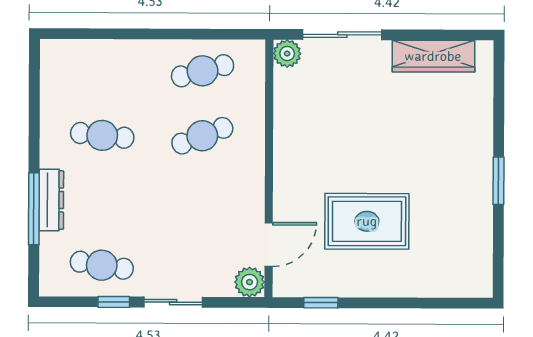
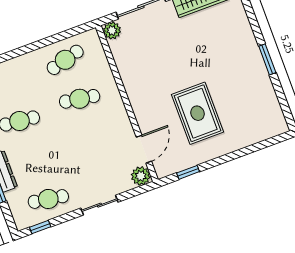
cafe table: (202, 136) -> (80, 99), turned 30
rug: (367, 221) -> (197, 113), turned 90
window: (114, 302) -> (40, 227), moved

